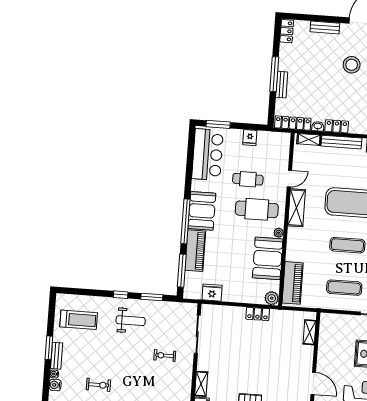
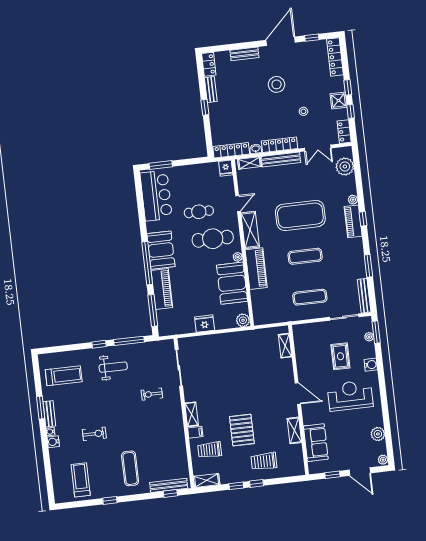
window: (274, 74) -> (205, 107), width x0.46
bench: (282, 85) -> (211, 90), moved
locker: (337, 126) -> (280, 145), width x1.53
fridge: (250, 138) -> (226, 168), moved
piano: (293, 283) -> (256, 269), moved
fridge: (212, 293) -> (205, 324), moved
window: (152, 297) -> (129, 341), width x1.44
locker: (258, 314) -> (232, 338), removed

